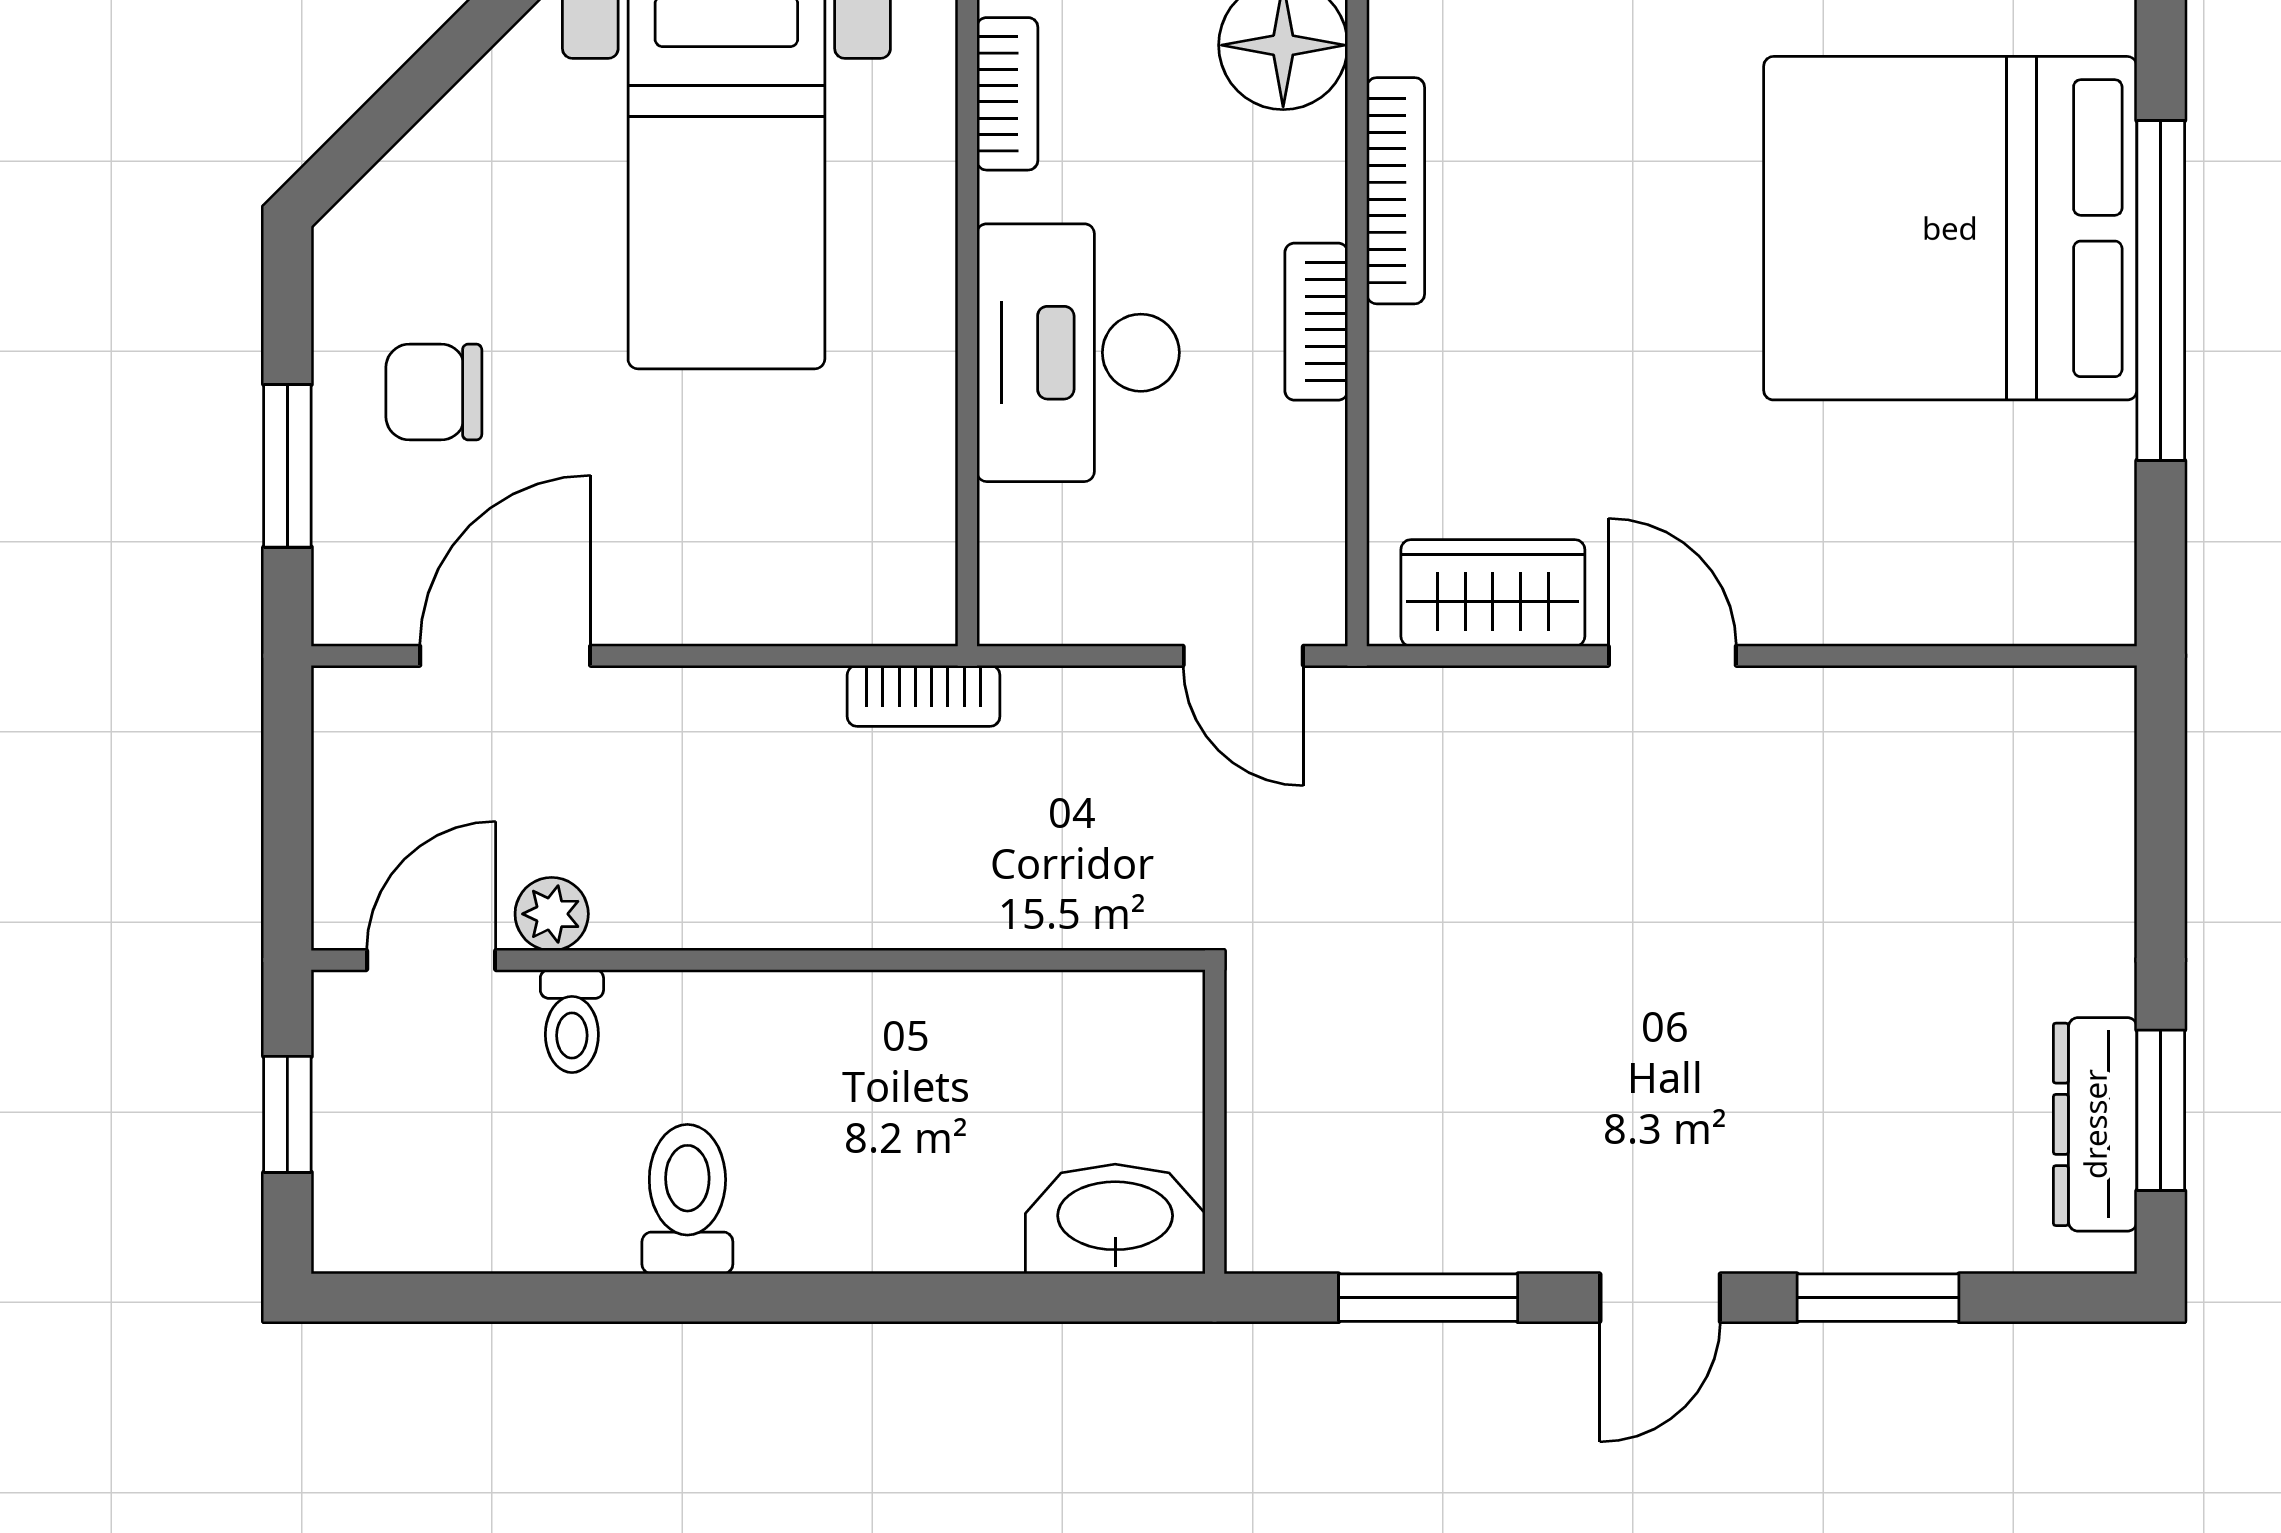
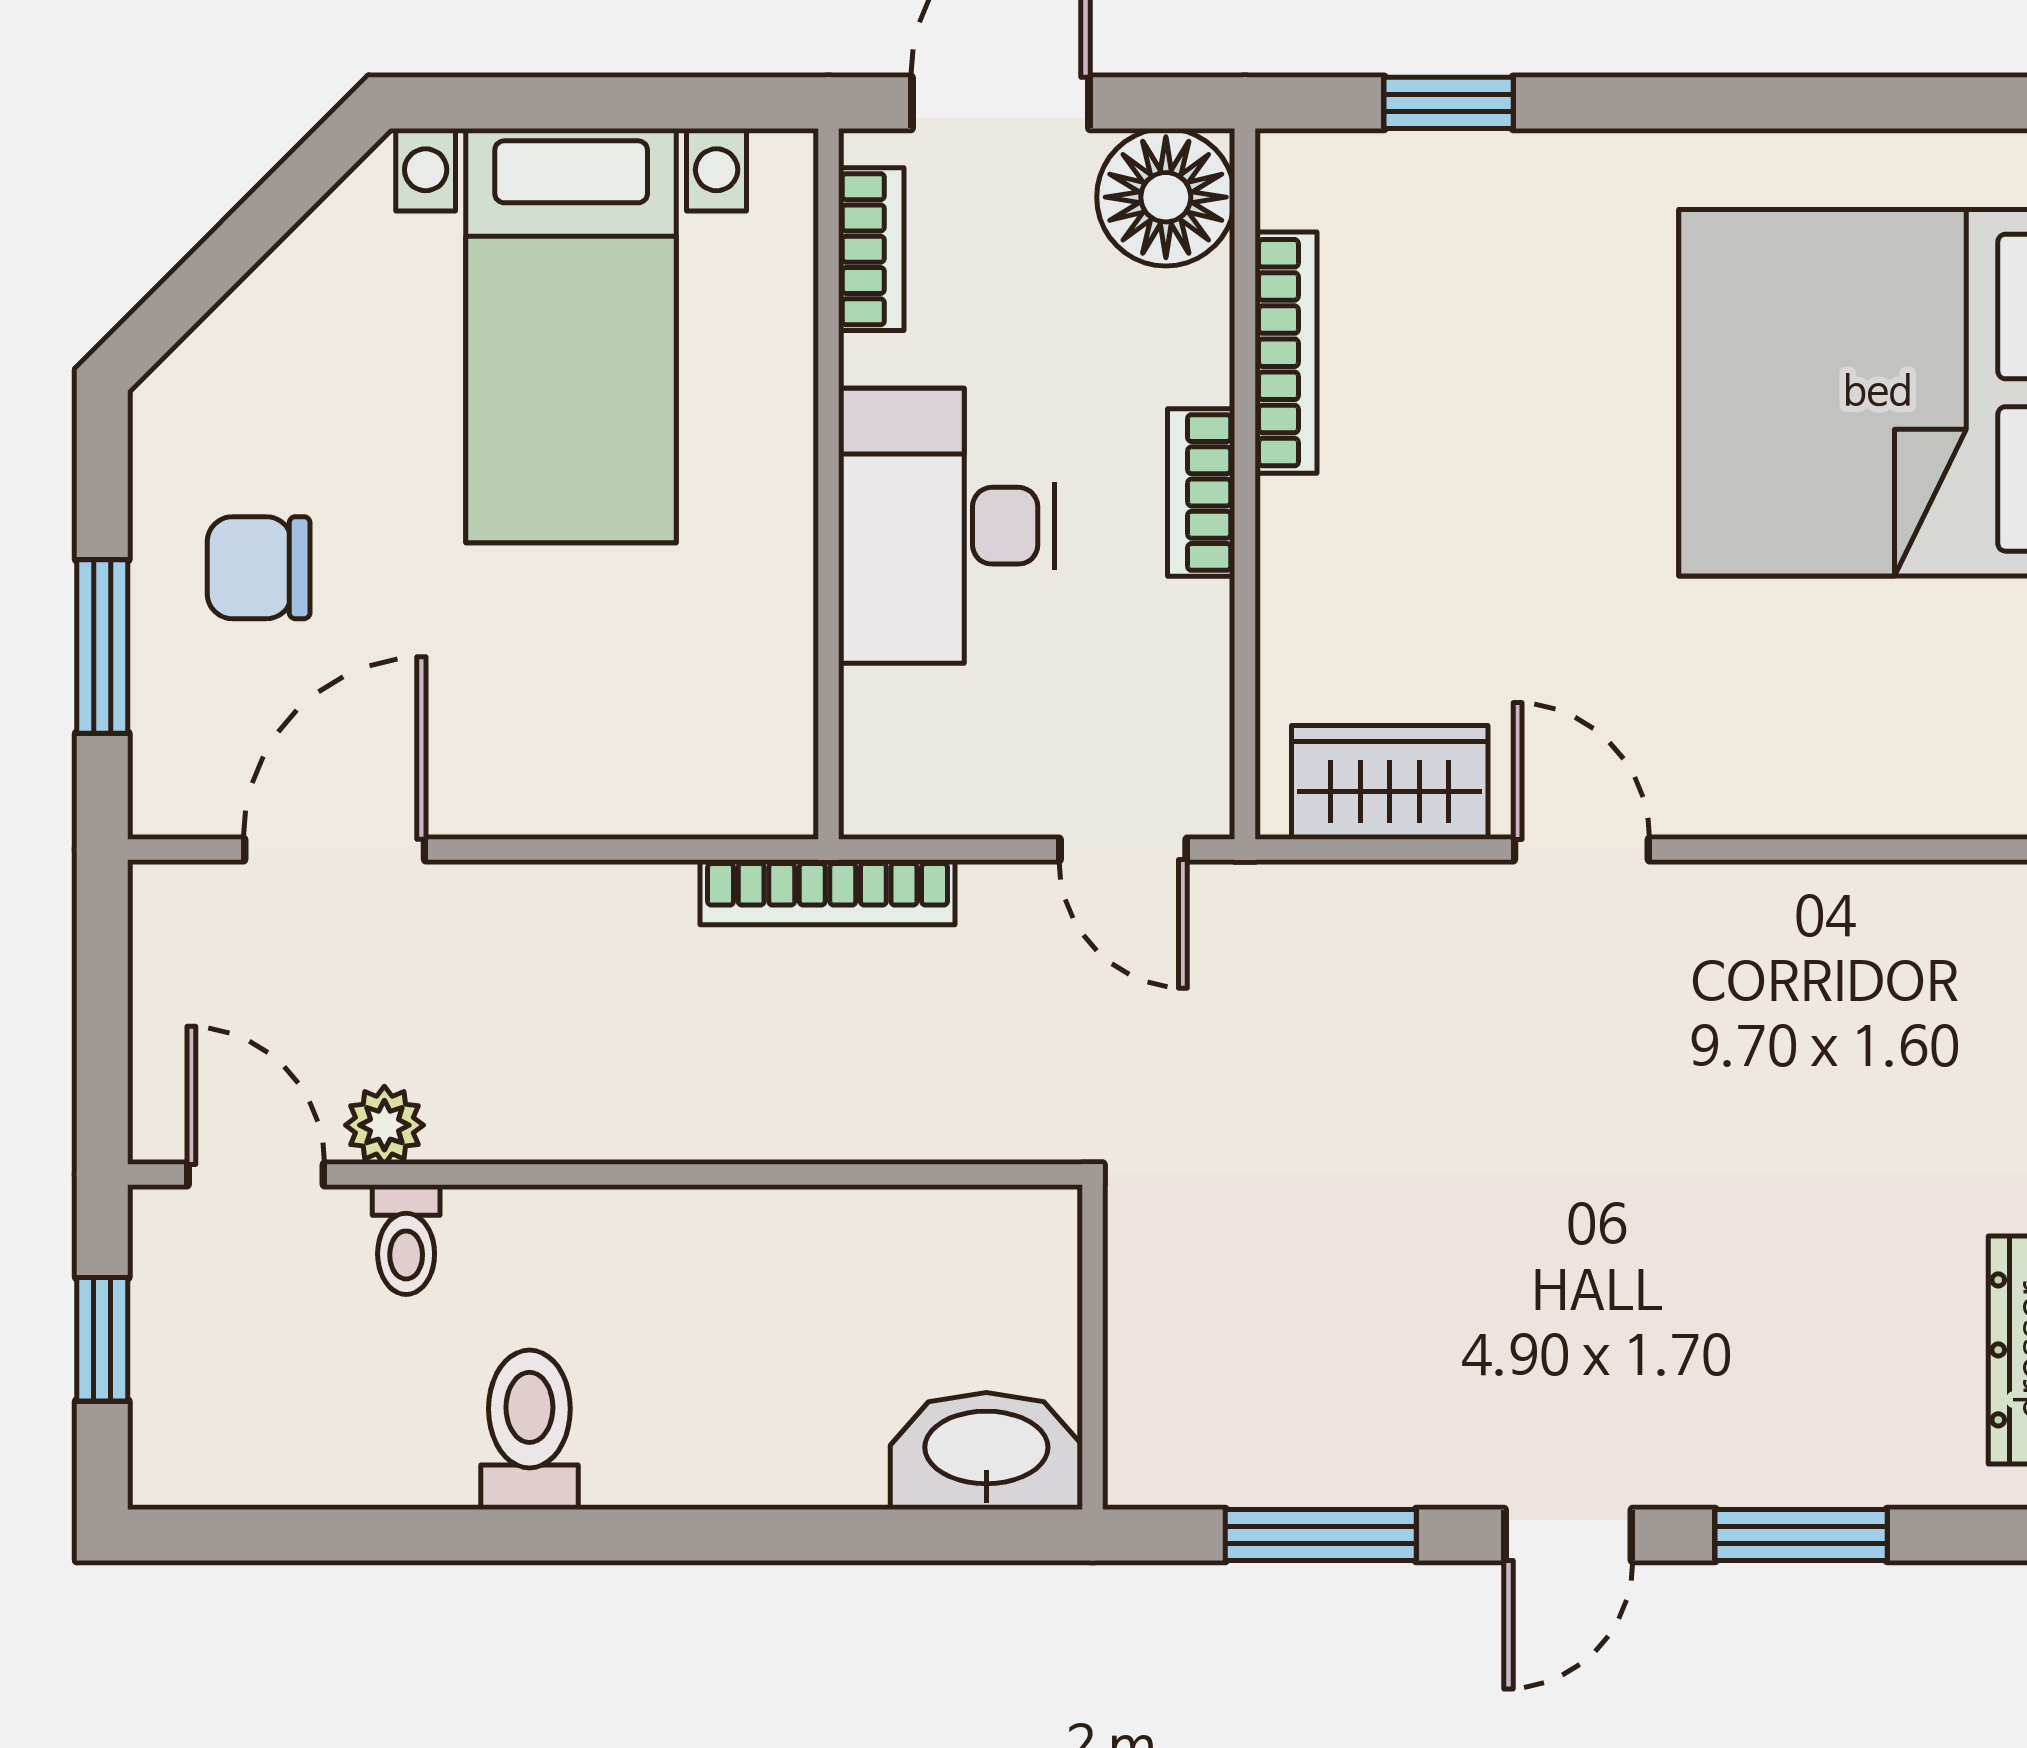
bookcase: (924, 696) -> (828, 892), width x1.56
door: (431, 960) -> (256, 1174), hinge flipped

